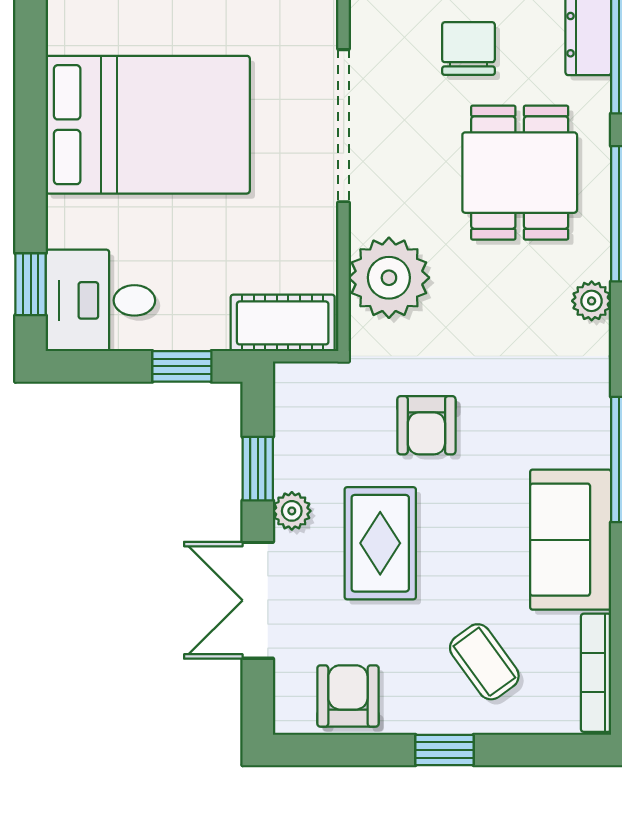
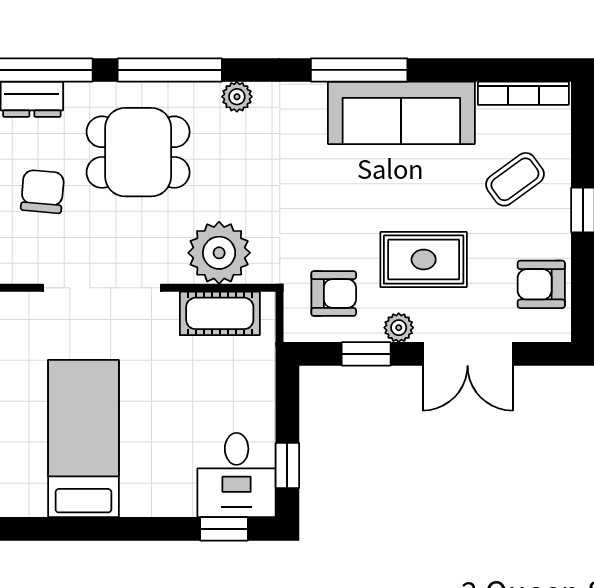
chair: (468, 48) -> (42, 192), turned 95
bed: (148, 125) -> (83, 439), width x0.67
cot: (283, 323) -> (220, 313), moved, turned 90
window: (182, 366) -> (287, 465), moved
armchair: (426, 425) -> (334, 294), moved
sofa: (571, 540) -> (401, 113), width x1.36

